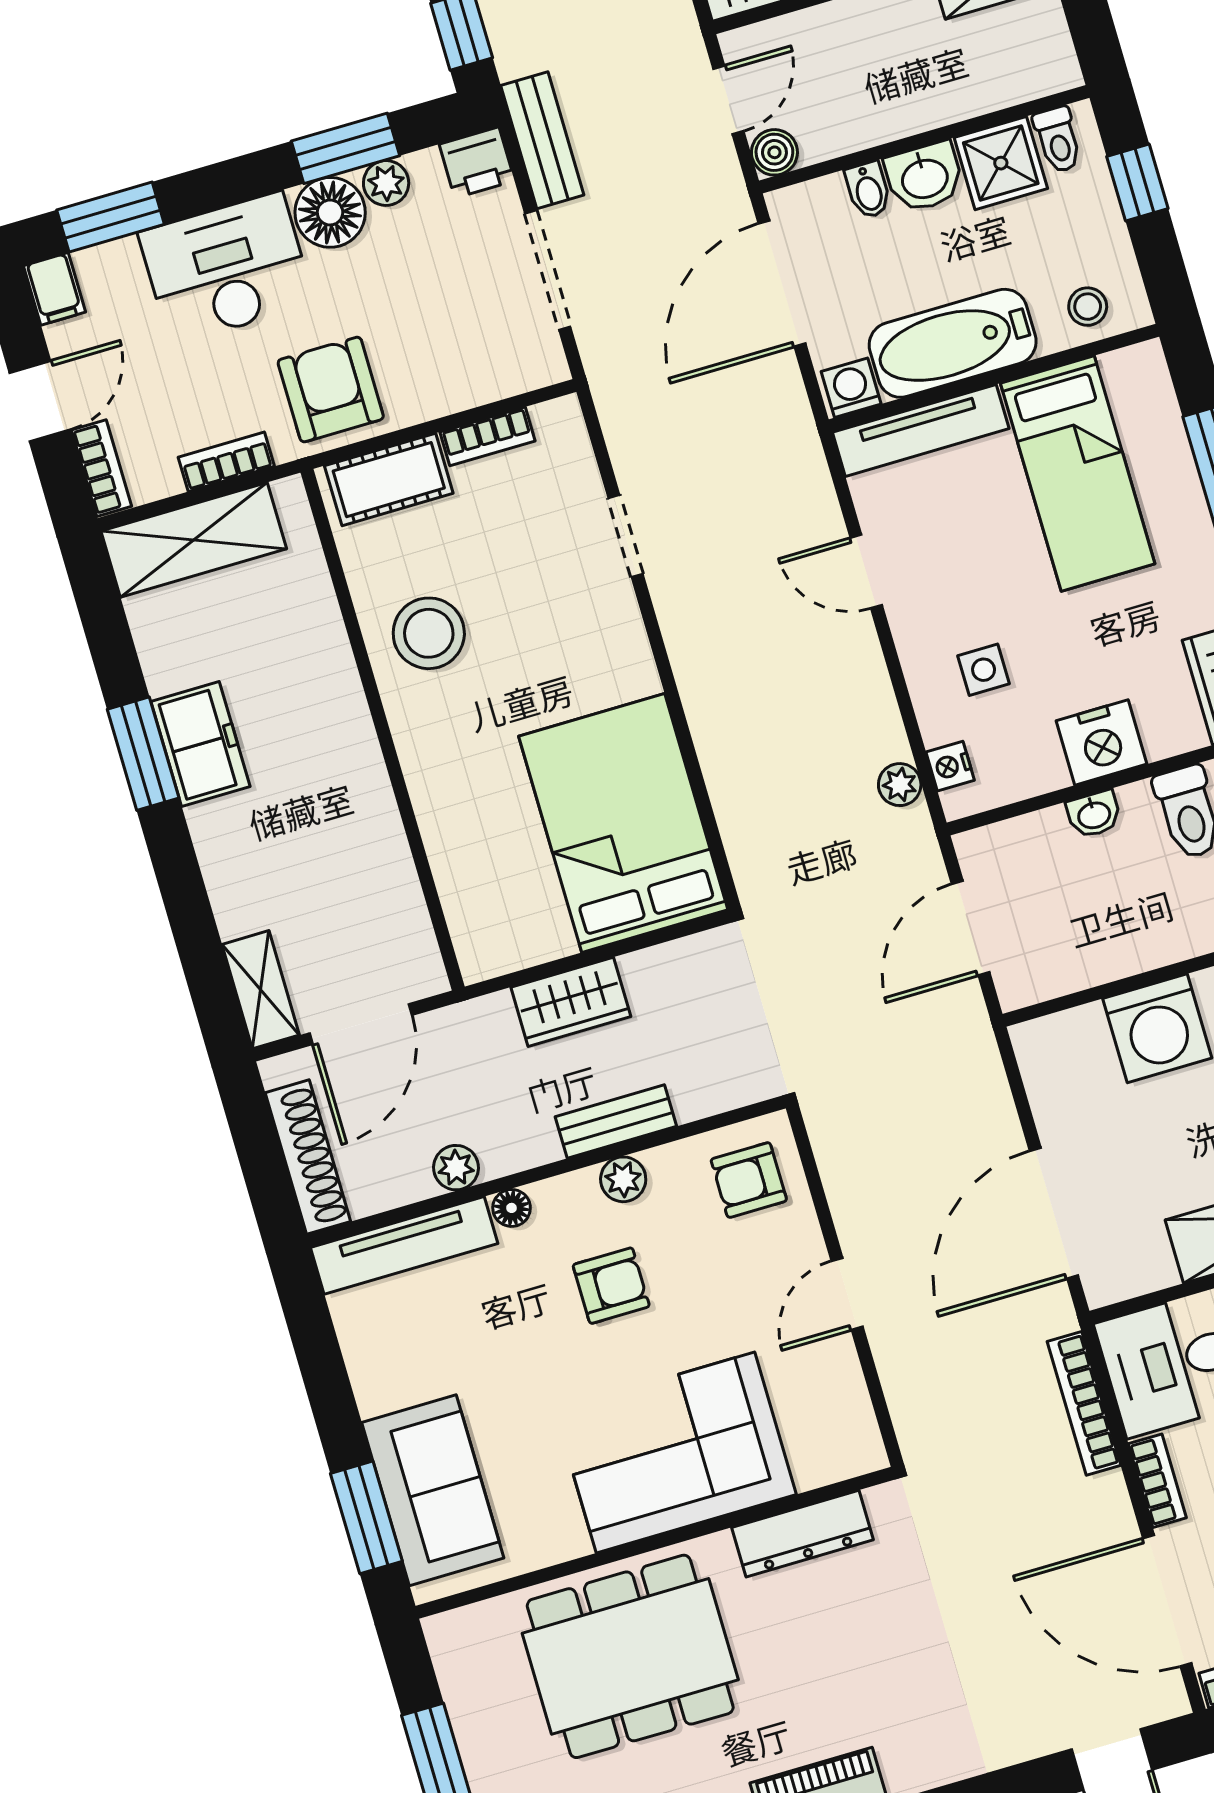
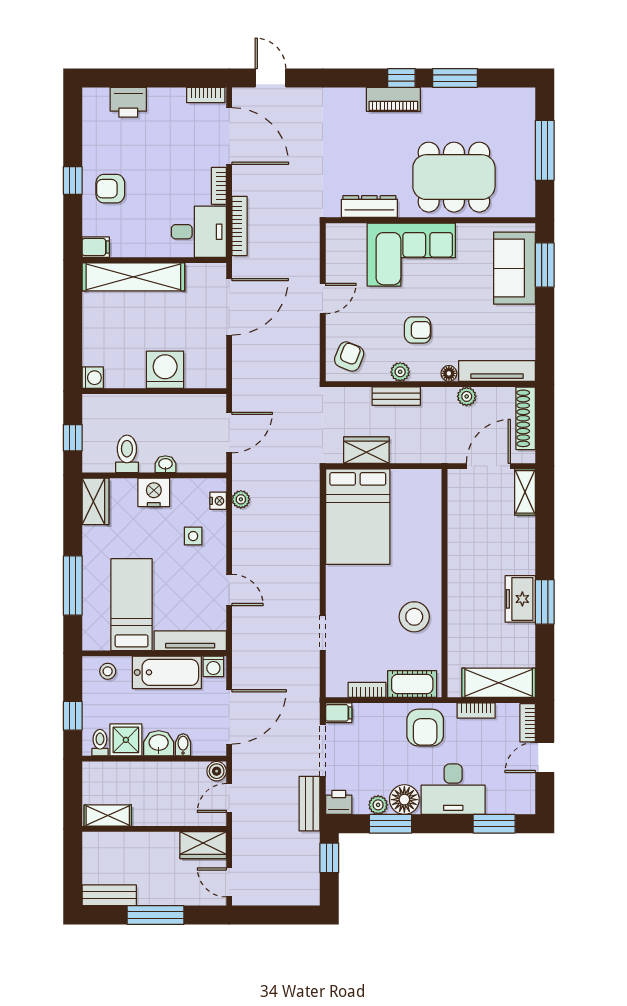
filing cabinet: (54, 289) -> (339, 713), moved, turned 90
wardrobe: (571, 1002) -> (366, 450), moved
armchair: (749, 1180) -> (349, 357), turned -68
armchair: (611, 1286) -> (418, 330), turned 180

